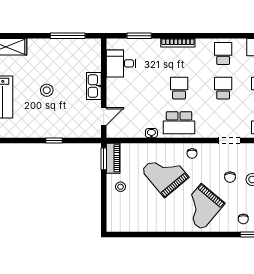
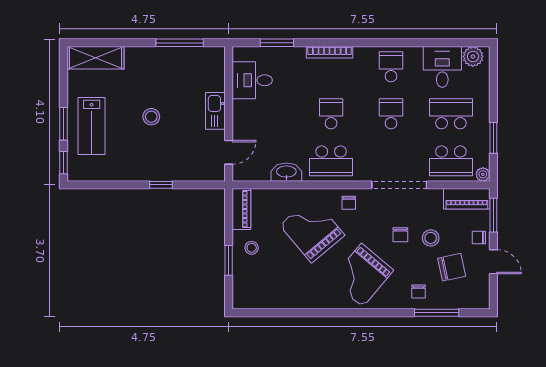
washbasin: (151, 133) -> (286, 172), width x1.91, depth x1.45
doorway: (229, 140) -> (399, 185), width x1.87
window: (104, 159) -> (229, 260), moved

